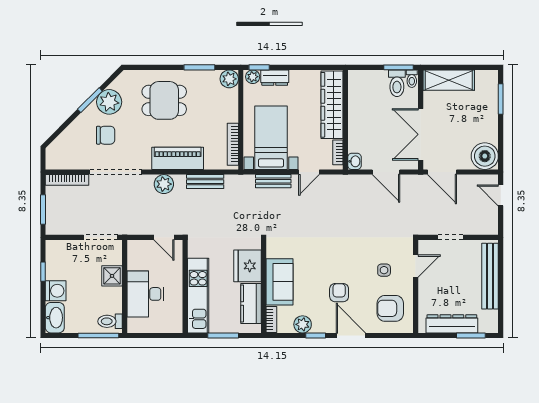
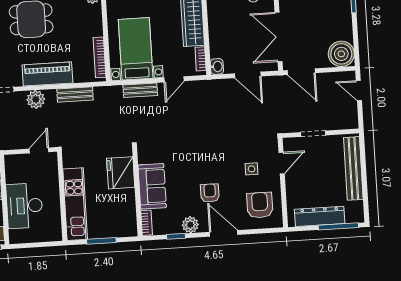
door: (164, 237) -> (39, 150), swing flipped
kitchen counter: (251, 303) -> (126, 209), removed
armchair: (390, 308) -> (260, 205), turned 90
plant: (303, 324) -> (190, 225), moved
window: (316, 335) -> (176, 236), moved
window: (471, 335) -> (338, 226), width x1.44

